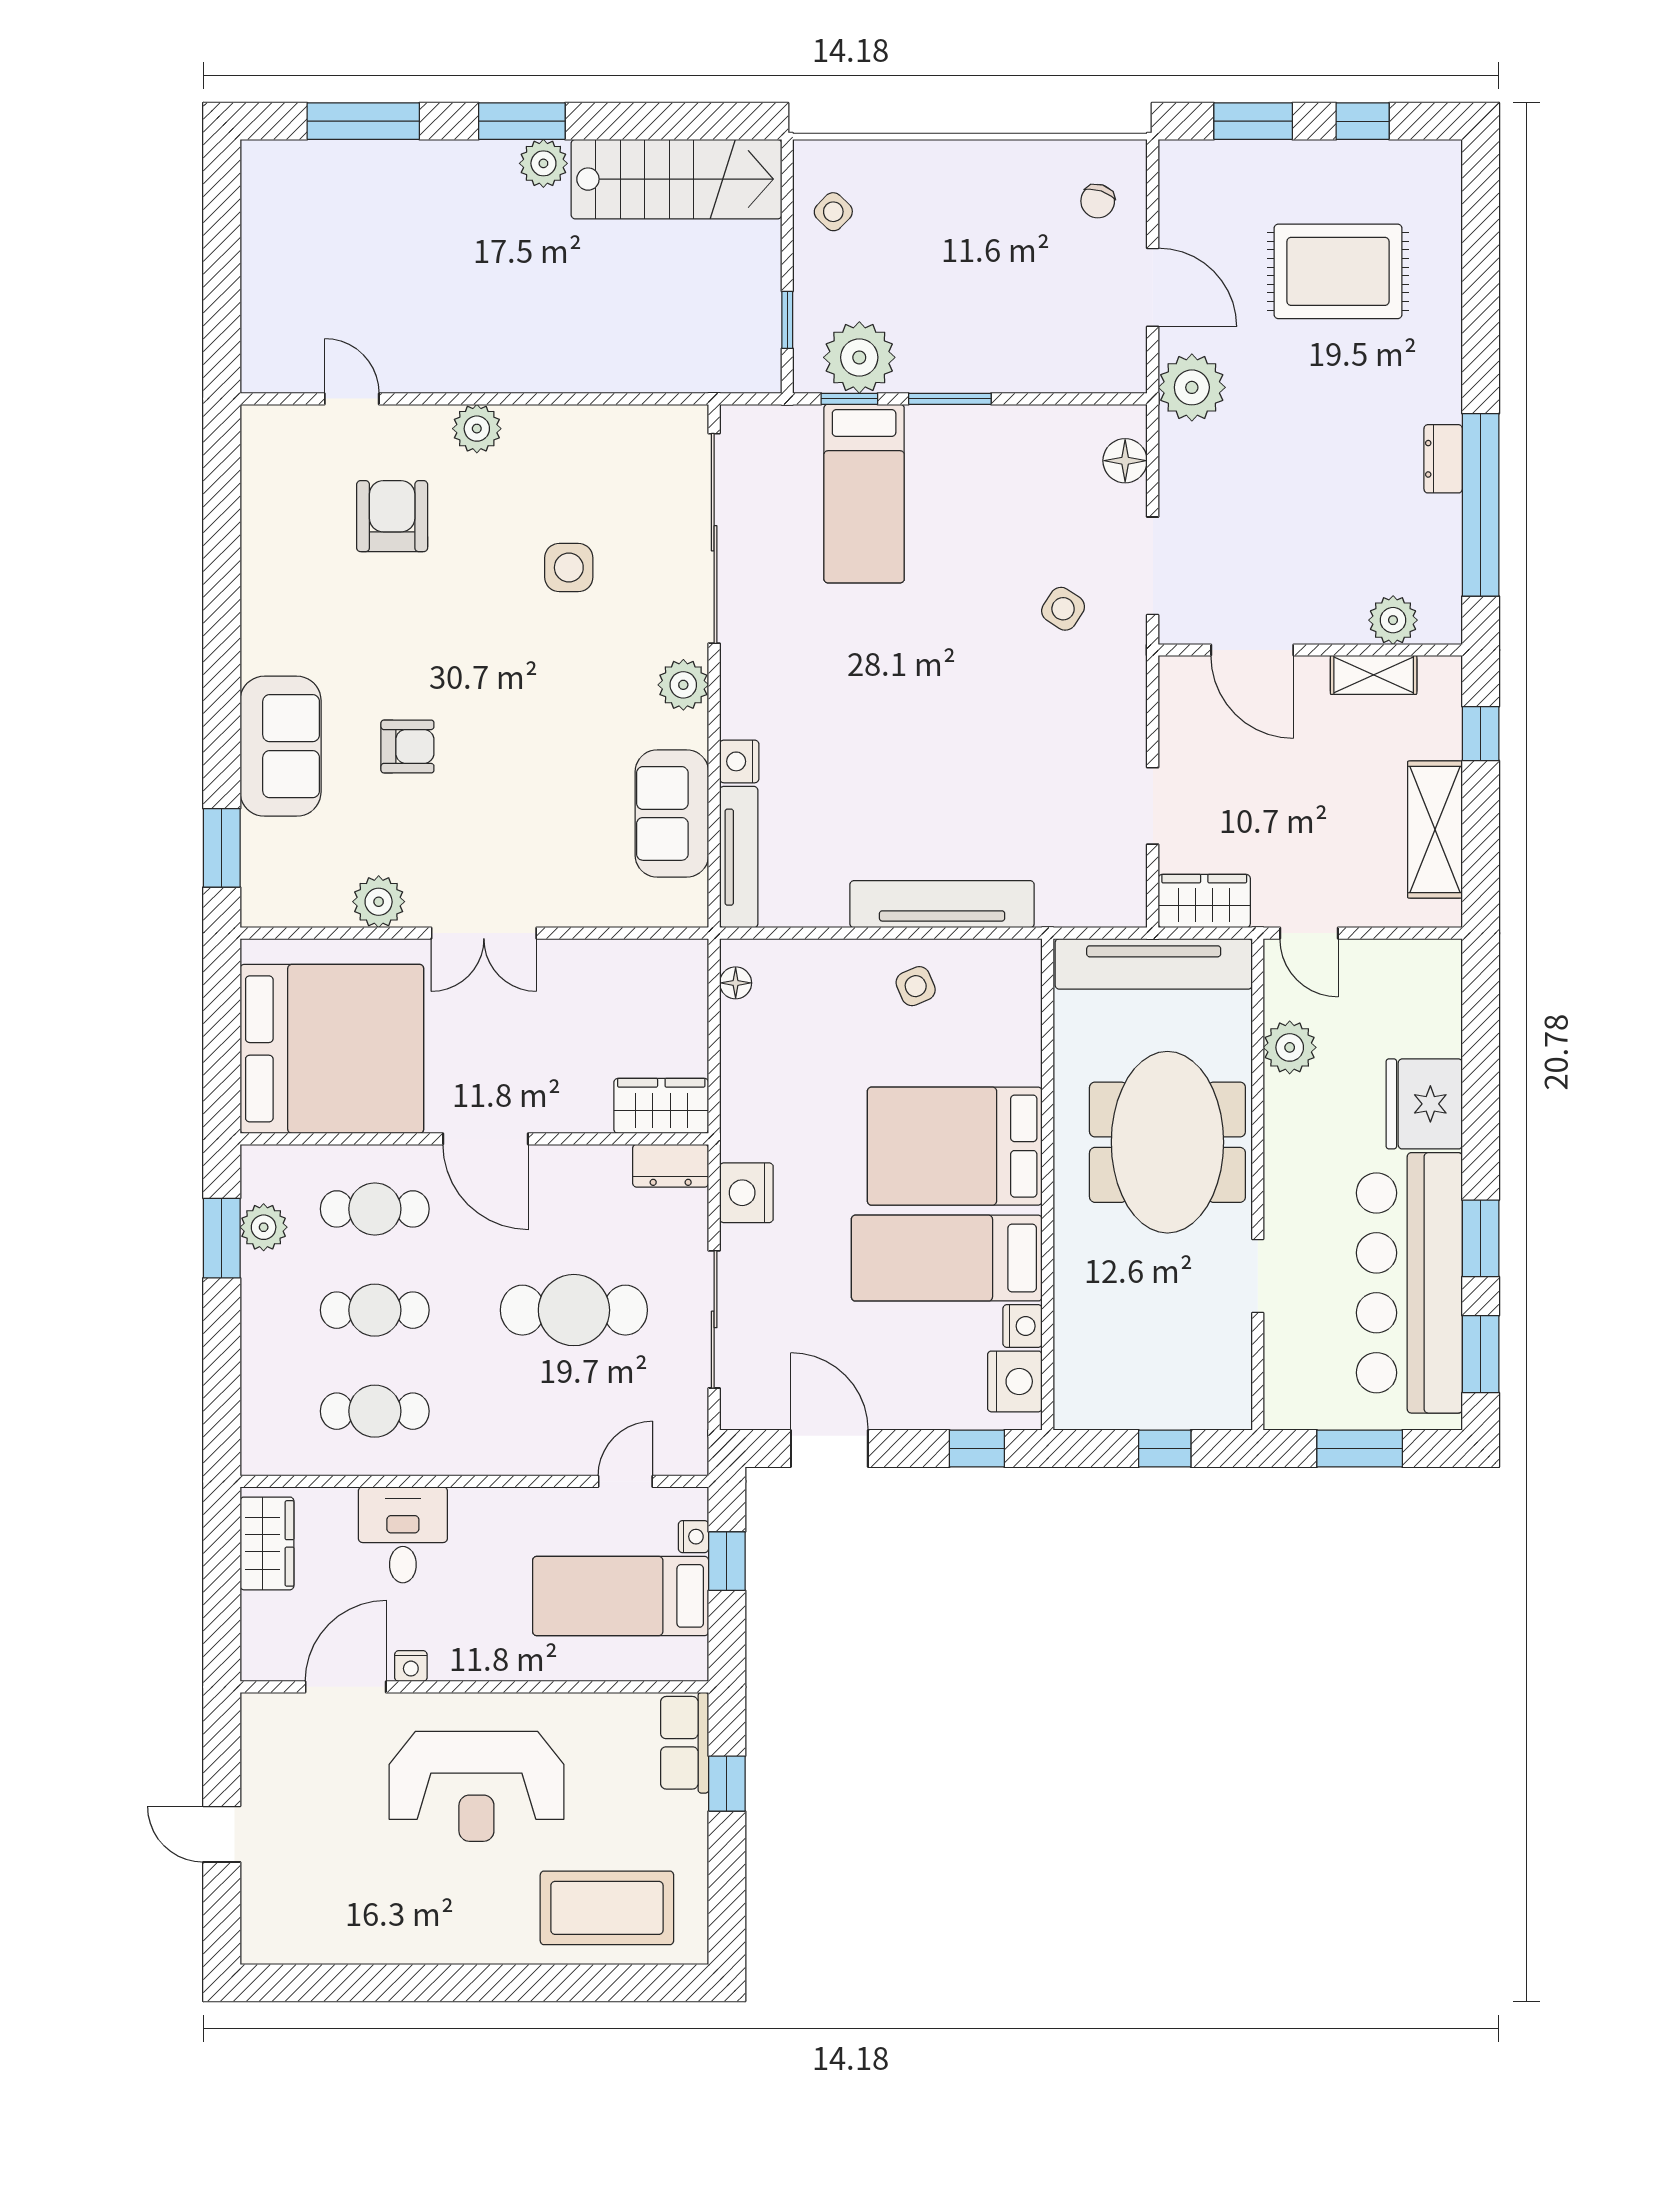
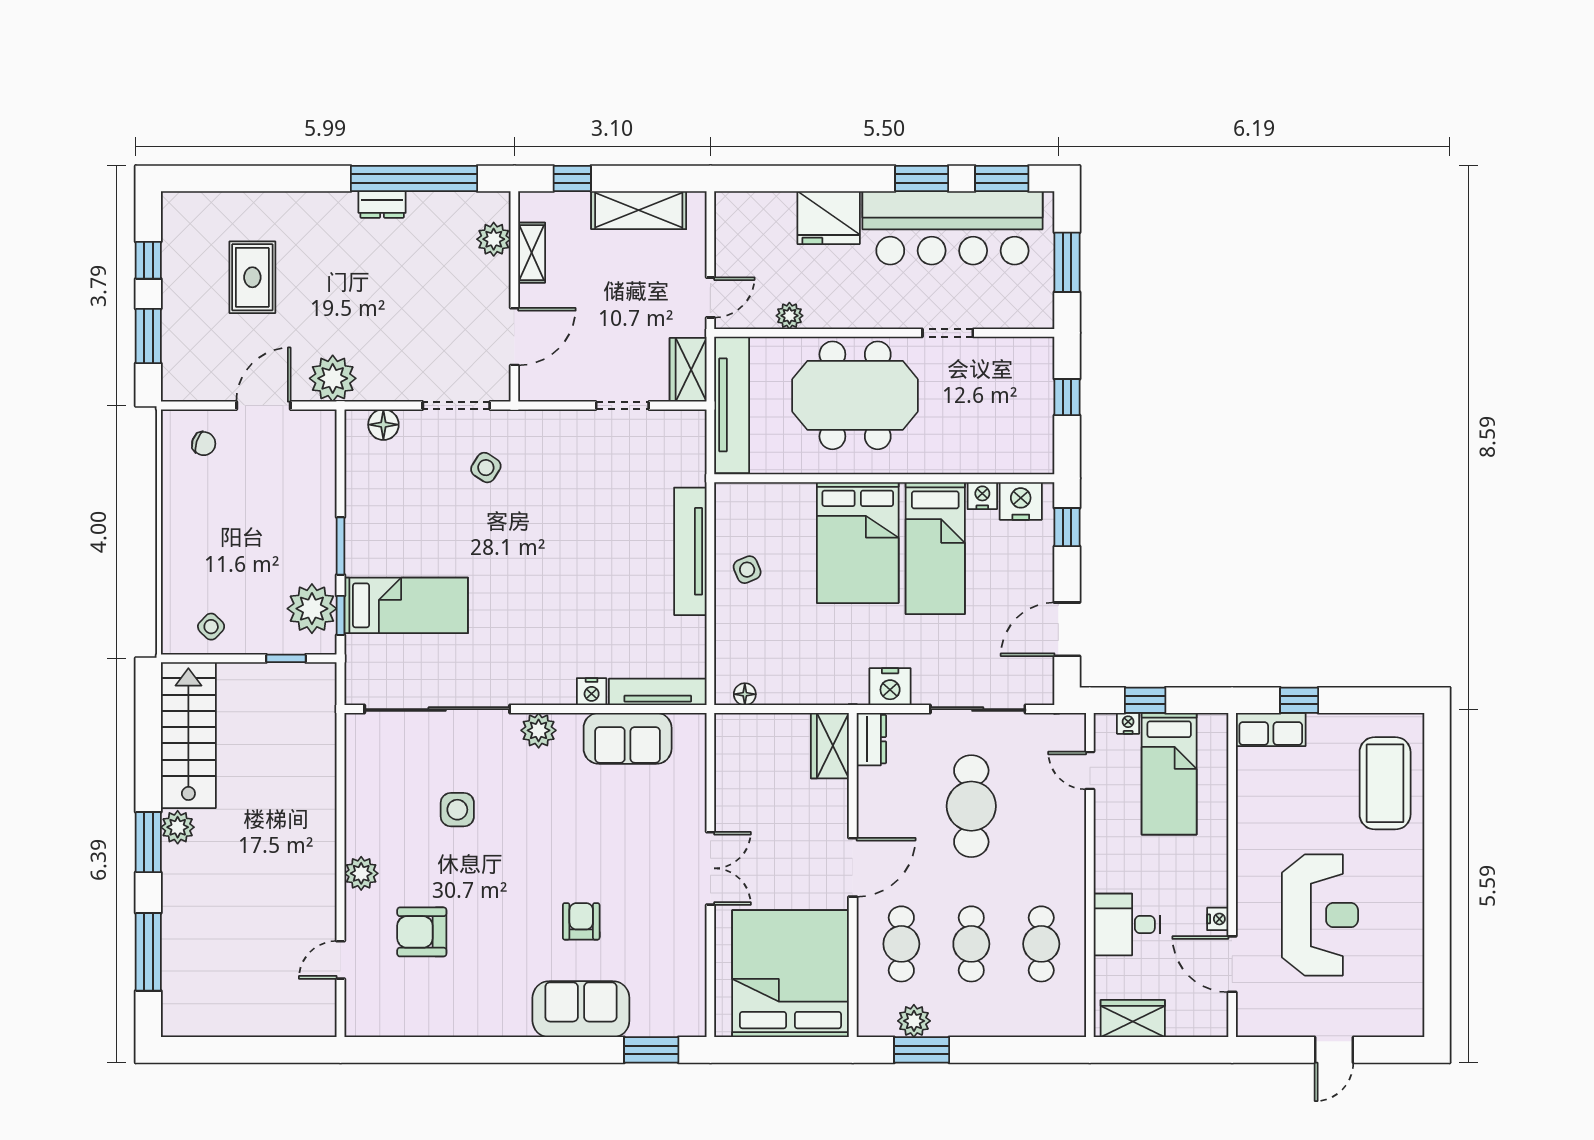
rug: (1338, 271) -> (252, 277), width x0.73, depth x0.70
plant: (379, 902) -> (689, 941), removed
plant: (1290, 1047) -> (789, 316), width x0.73, depth x0.73
reception desk: (476, 1786) -> (1320, 915), moved

